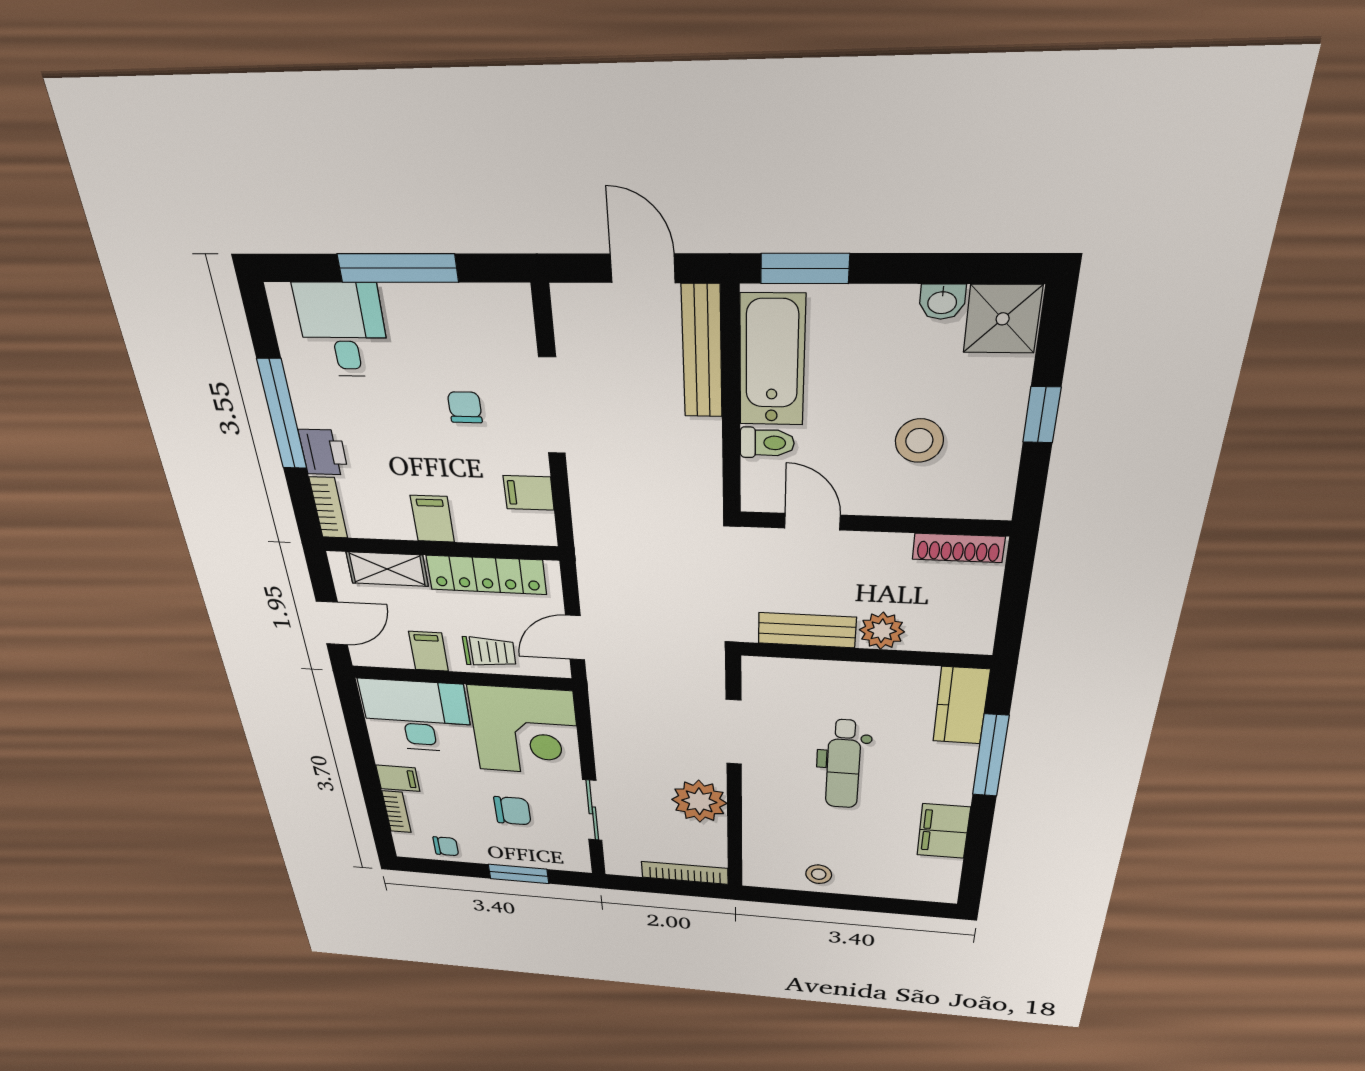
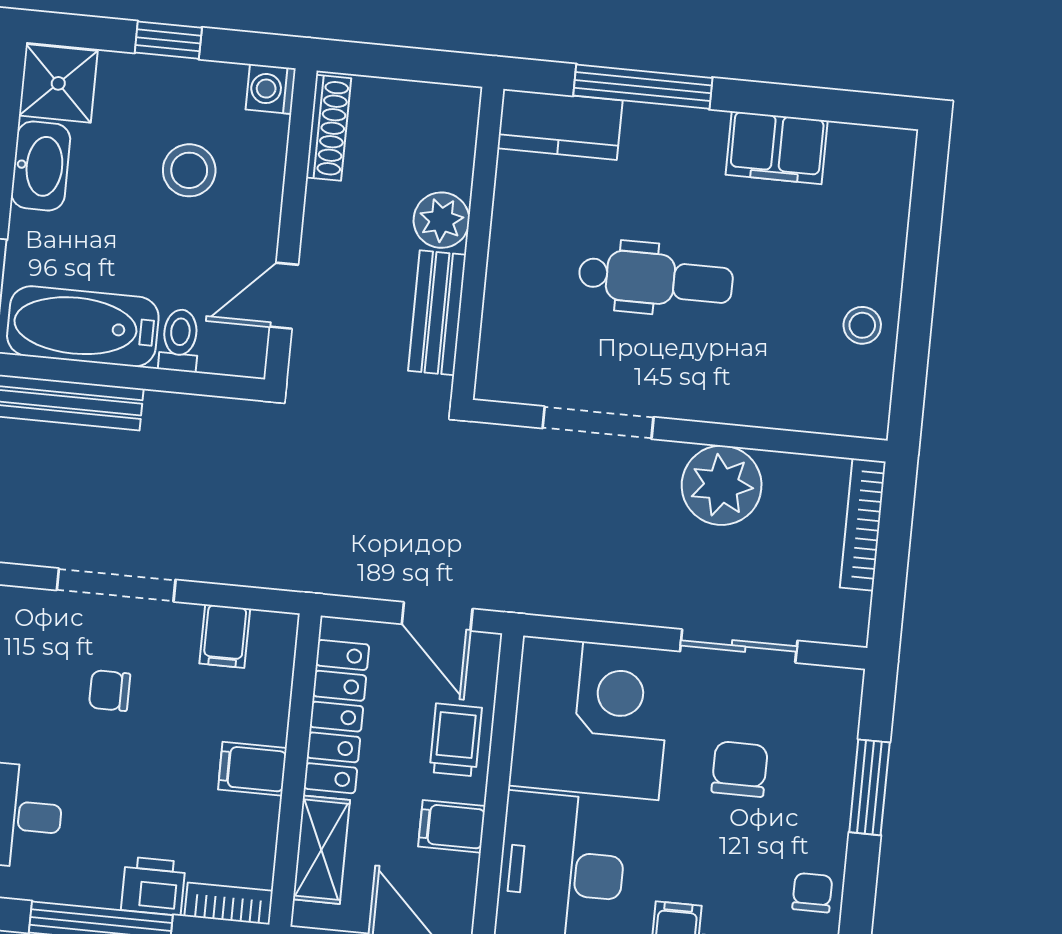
washbasin: (942, 302) -> (41, 166), width x1.91, depth x1.45
washing machine: (994, 502) -> (271, 89), added

